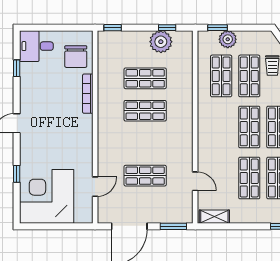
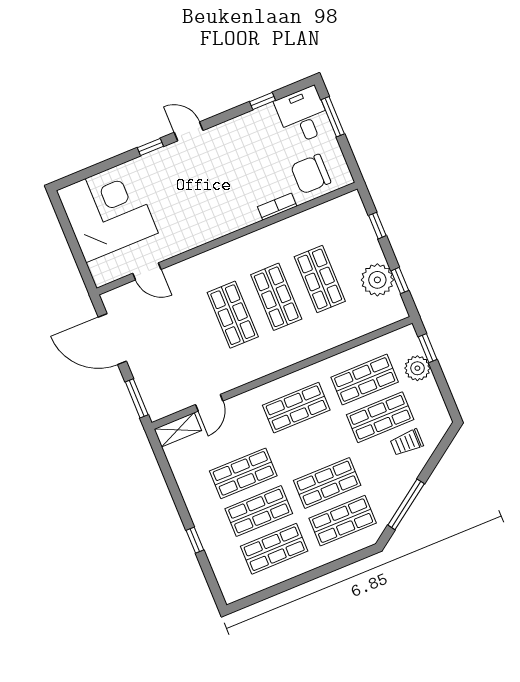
window: (45, 28) -> (333, 117), added
window: (113, 28) -> (377, 226), moved
bookcase: (88, 94) -> (277, 207), width x0.64
shop shelf: (249, 127) -> (296, 408), moved
window: (17, 174) -> (150, 147), moved
shop shelf: (145, 176) -> (233, 315), moved
shelving: (214, 217) -> (178, 430), moved, turned 90

